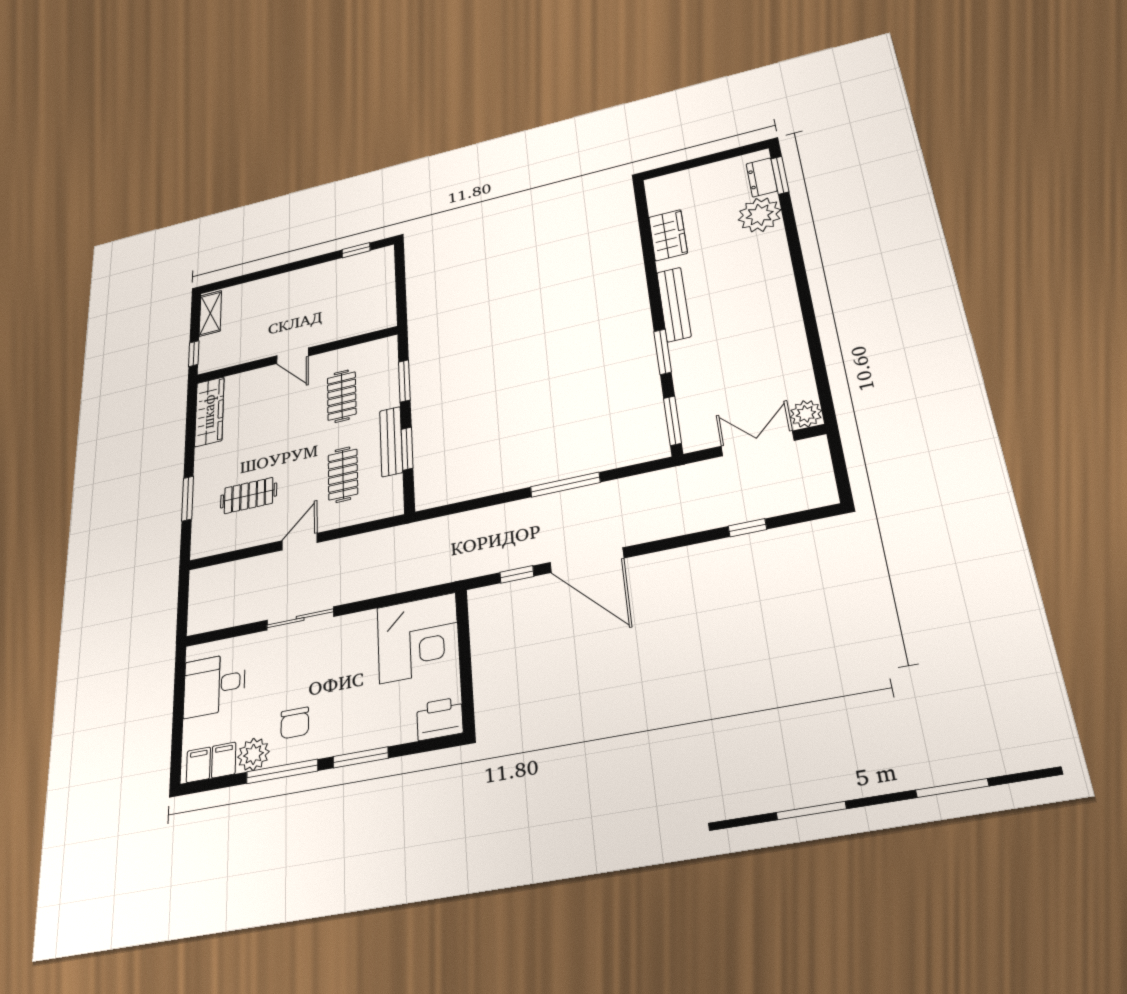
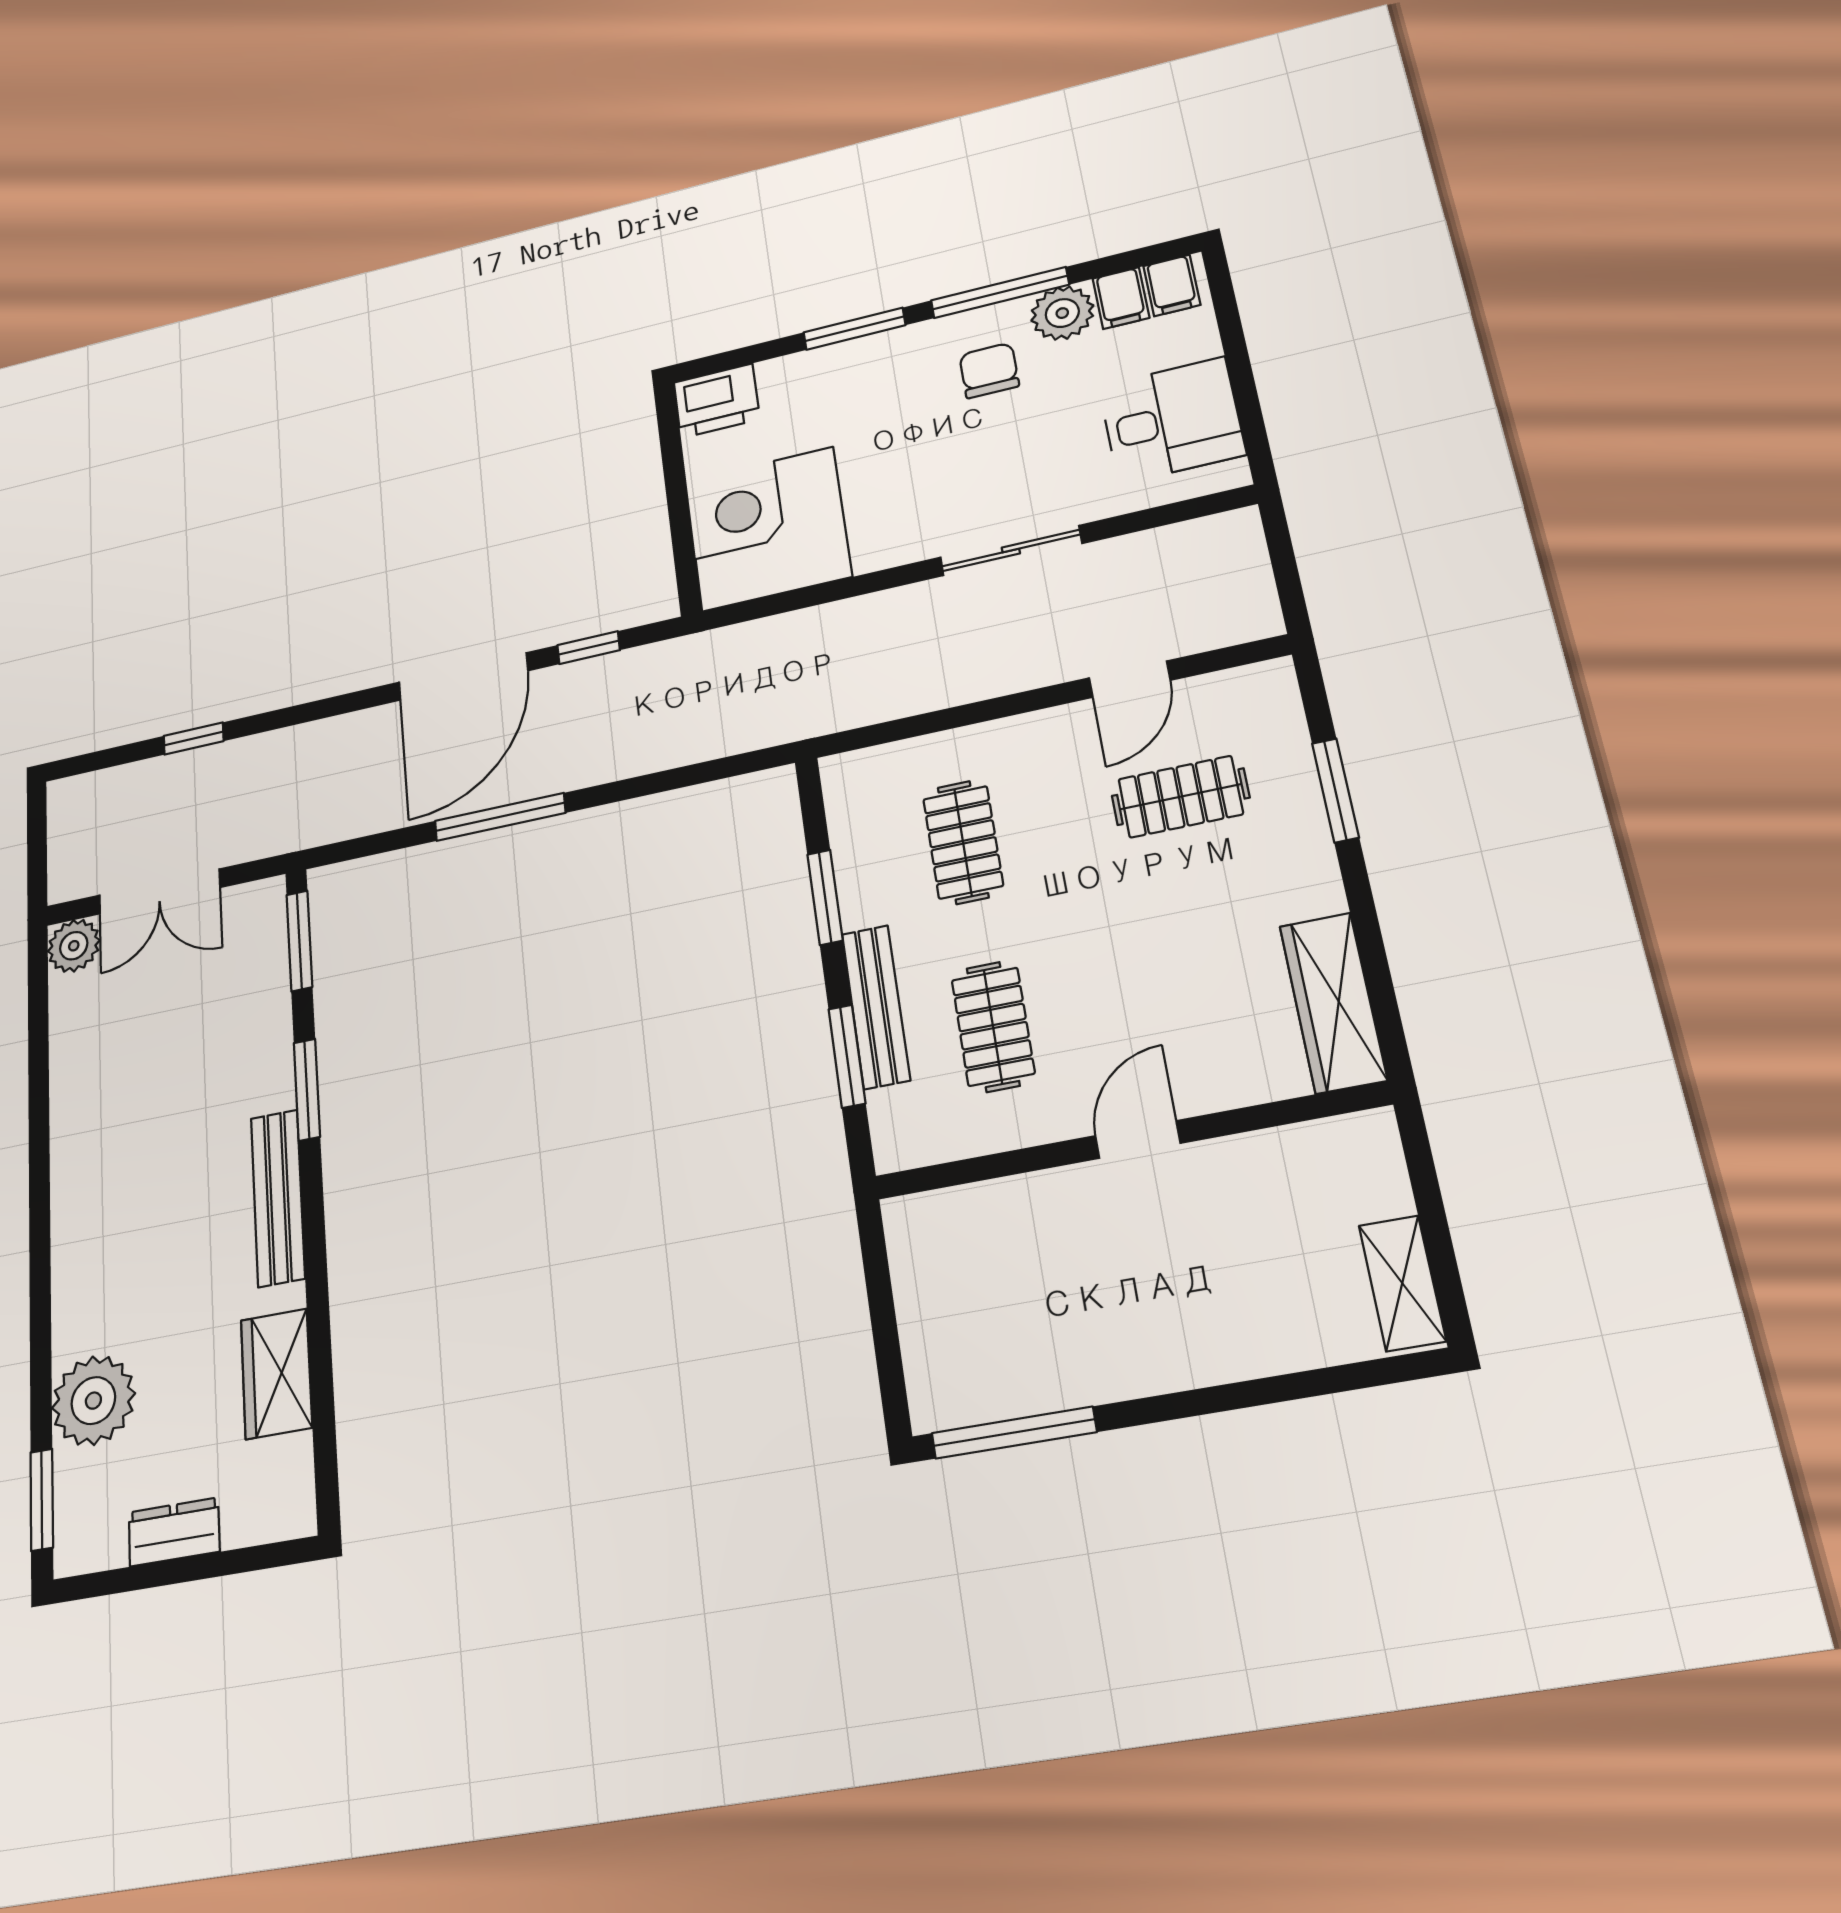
dresser: (762, 177) -> (174, 1532), moved, turned -90
window: (356, 250) -> (1014, 1433), width x2.17
window: (194, 354) -> (1421, 1166), removed
door: (292, 356) -> (1138, 1140), hinge flipped
bench: (391, 441) -> (876, 1007), moved
door: (300, 542) -> (1130, 679), moved
door: (587, 560) -> (463, 676), swing flipped

